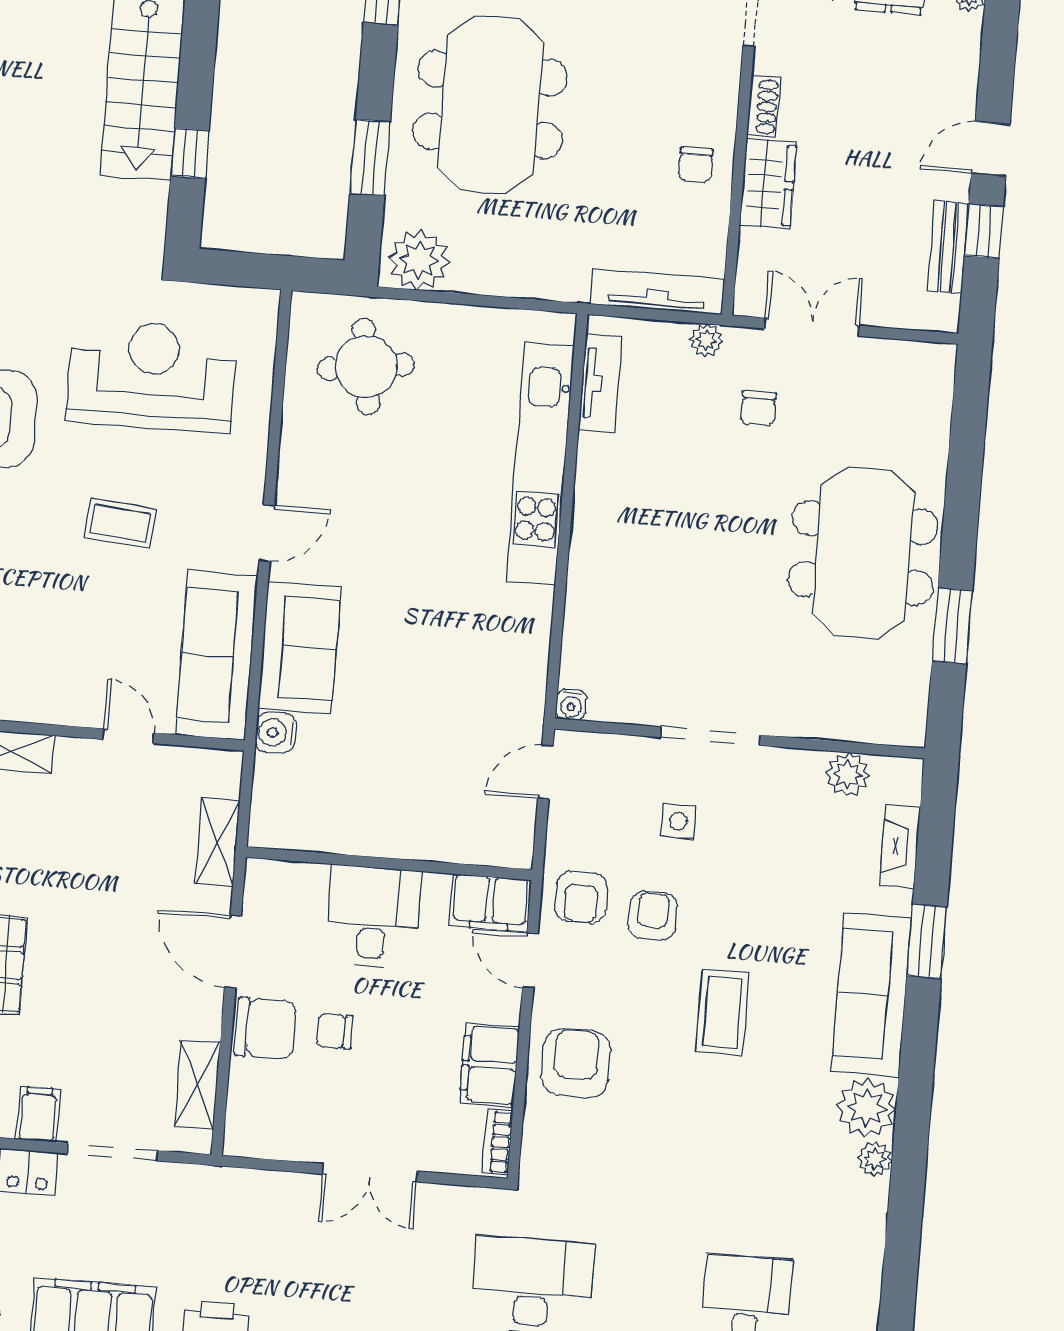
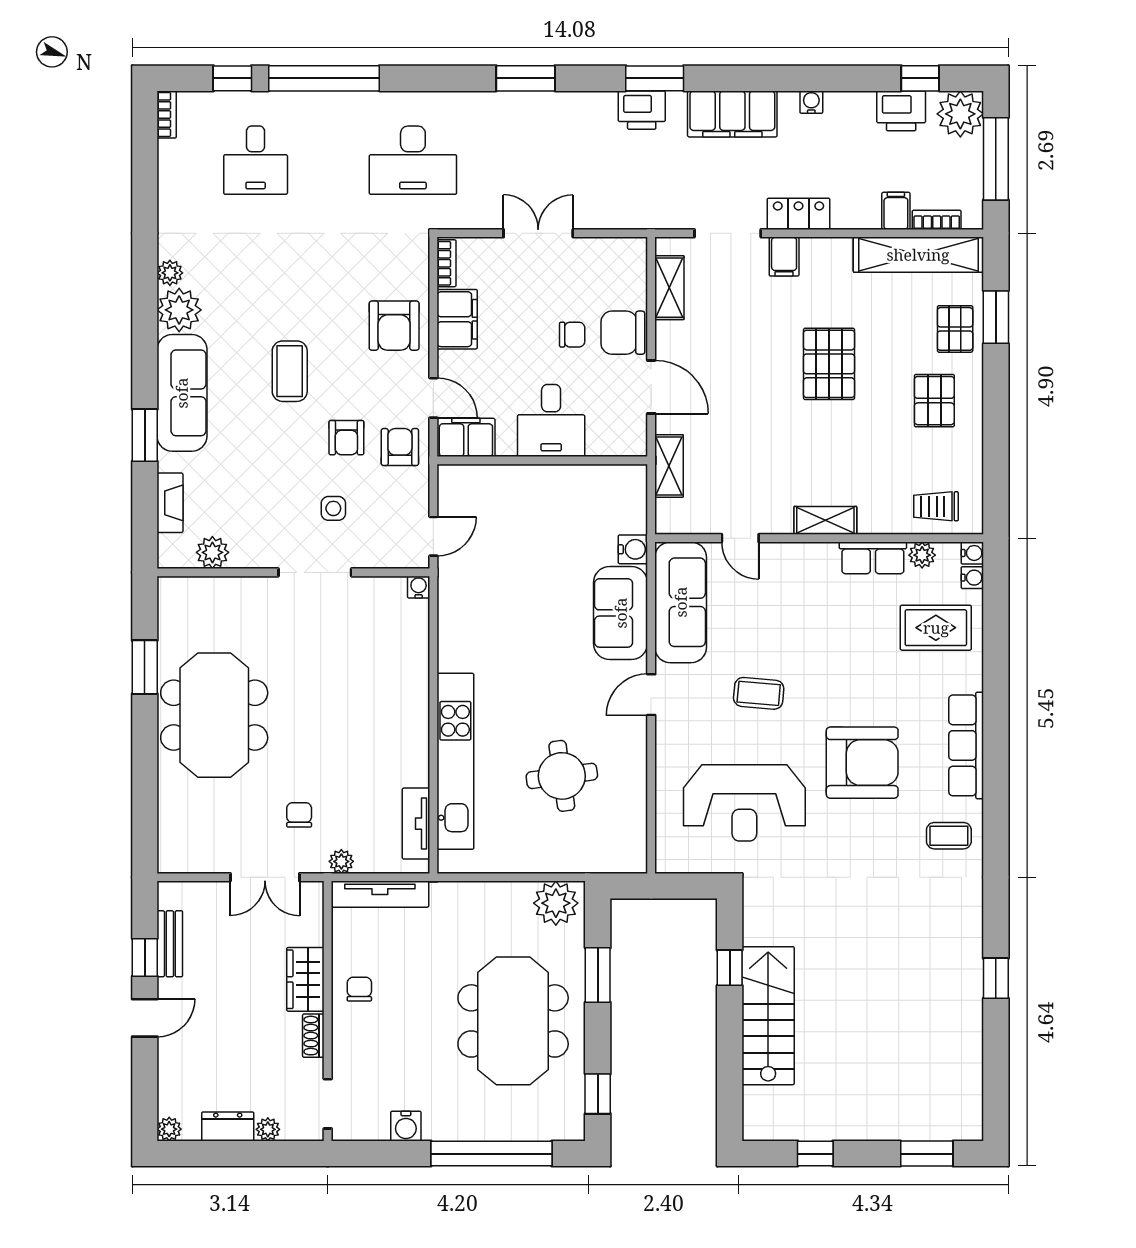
round table: (366, 366) -> (562, 776), moved

